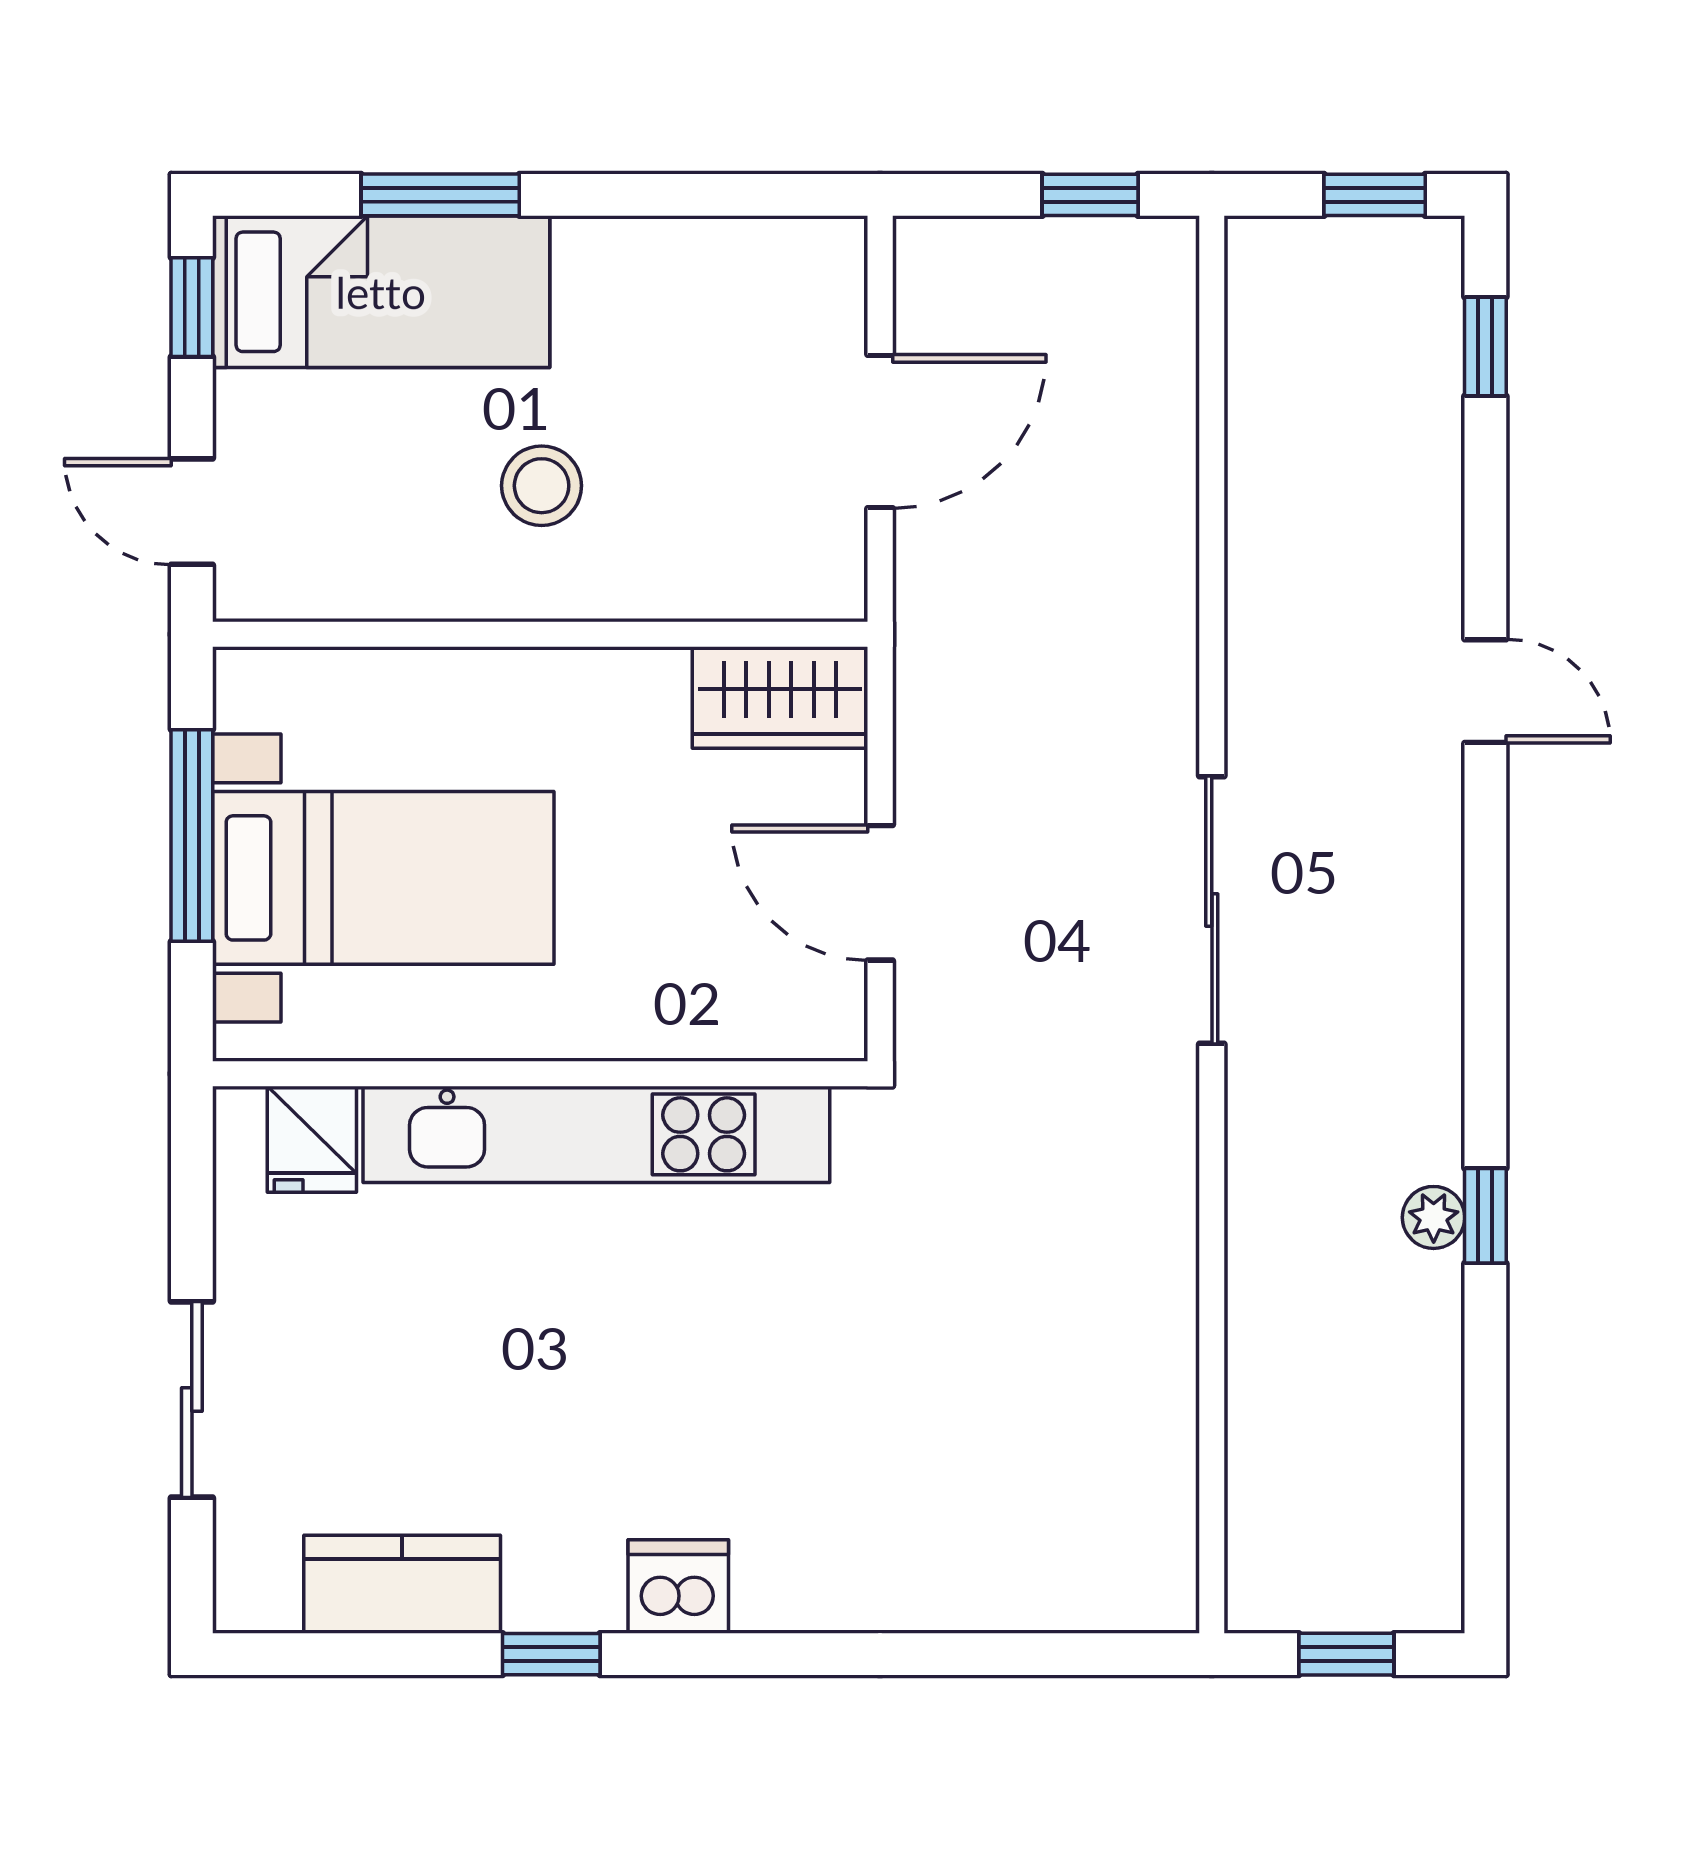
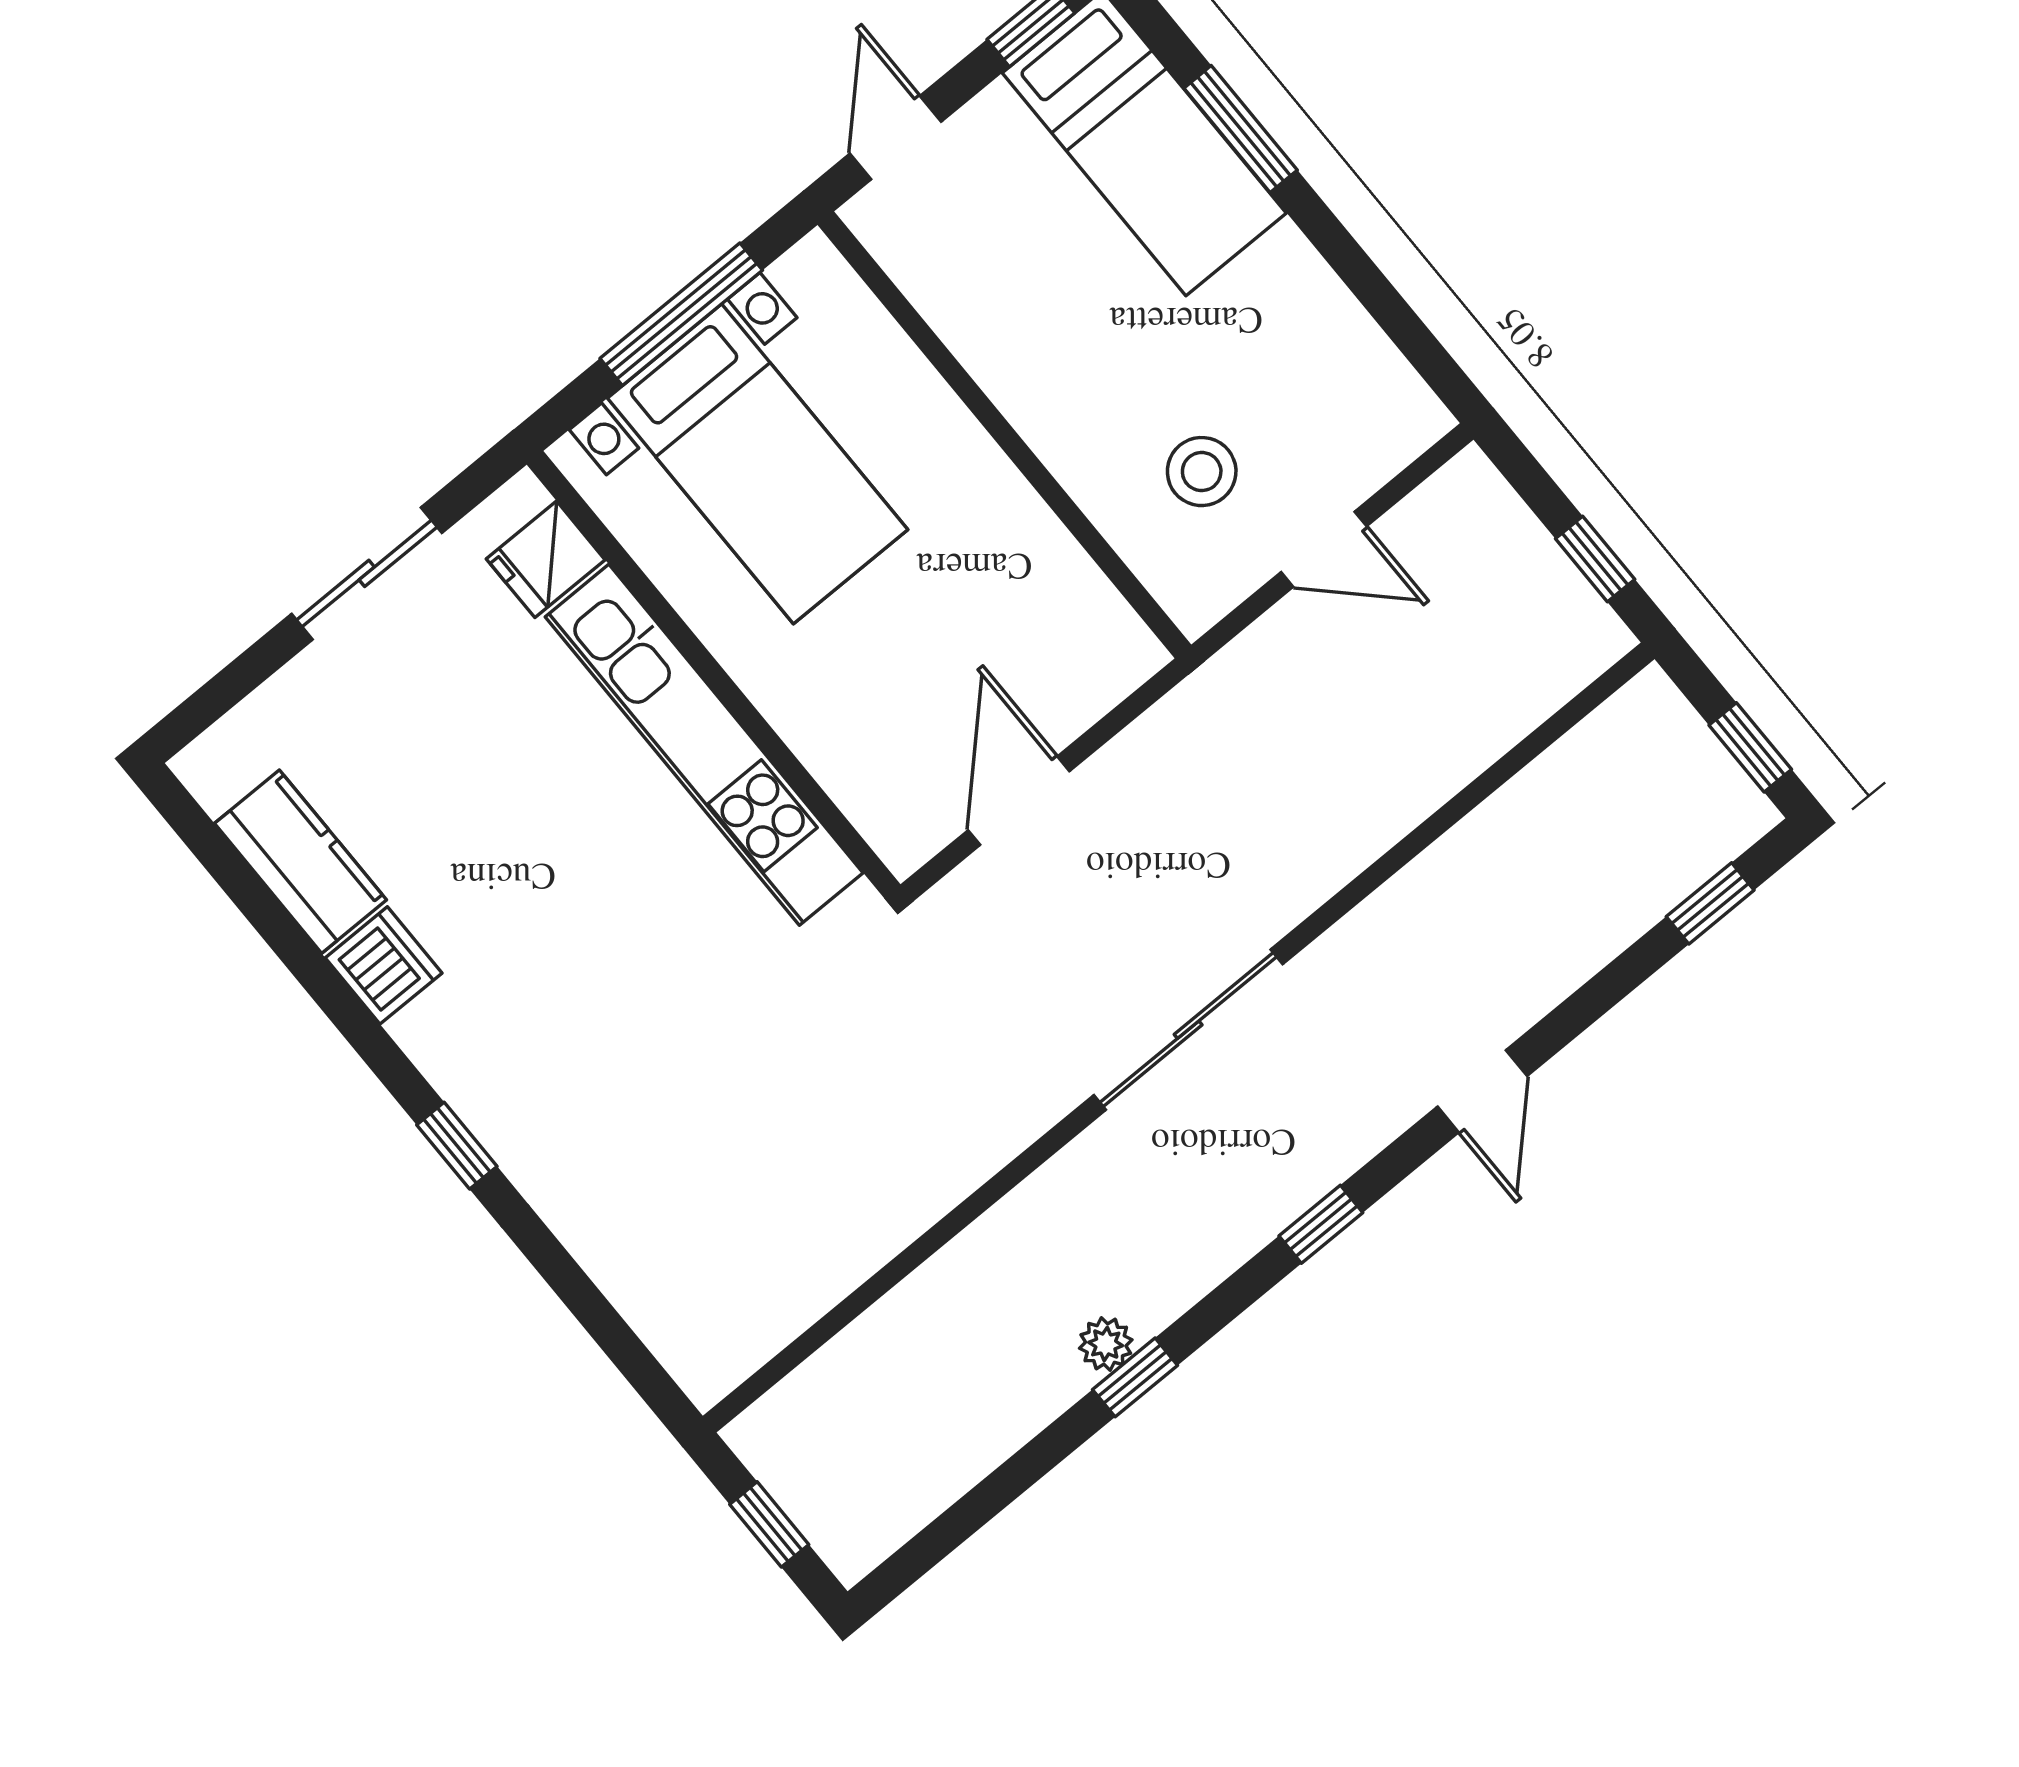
door: (880, 432) -> (1324, 549), width x0.73
stool: (542, 486) -> (1202, 472), moved
wardrobe: (780, 698) -> (1093, 628), removed
window: (1485, 935) -> (1321, 1224), added
sliding door: (192, 1400) -> (367, 573), moved
dishwasher: (678, 1586) -> (384, 965), moved
window: (551, 1654) -> (457, 1146), moved

